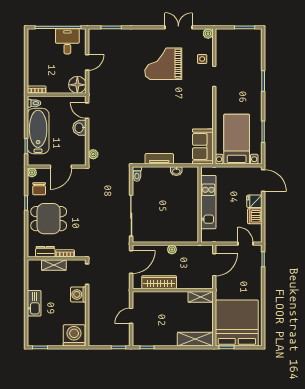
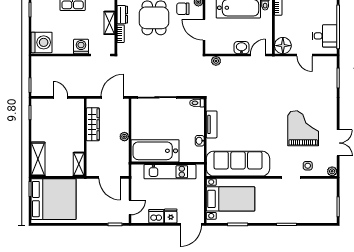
sofa: (203, 146) -> (238, 164), width x1.85, depth x1.27
bathtub: (187, 218) -> (155, 151), added
door: (131, 262) -> (112, 97), swing flipped

